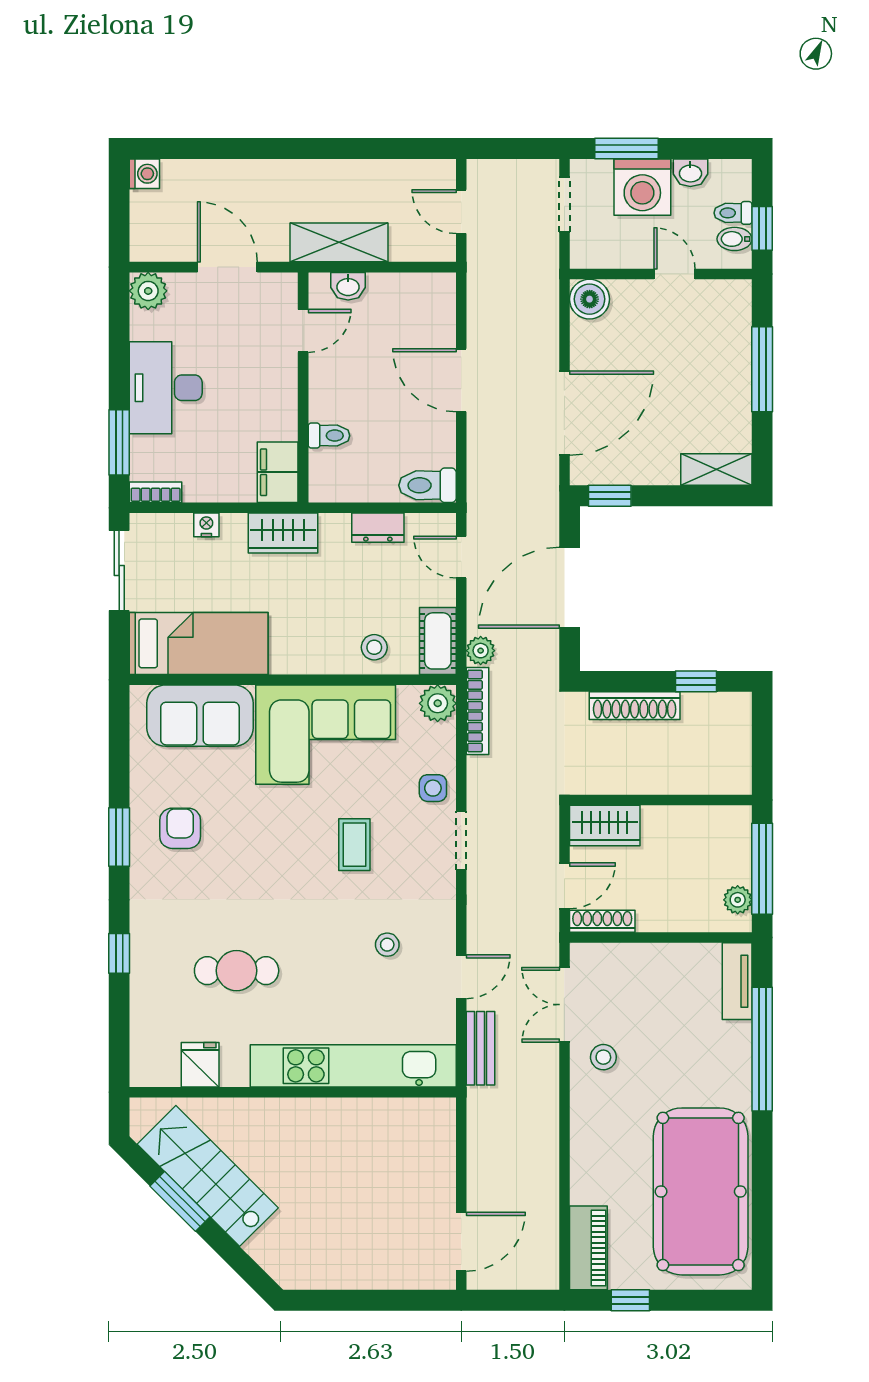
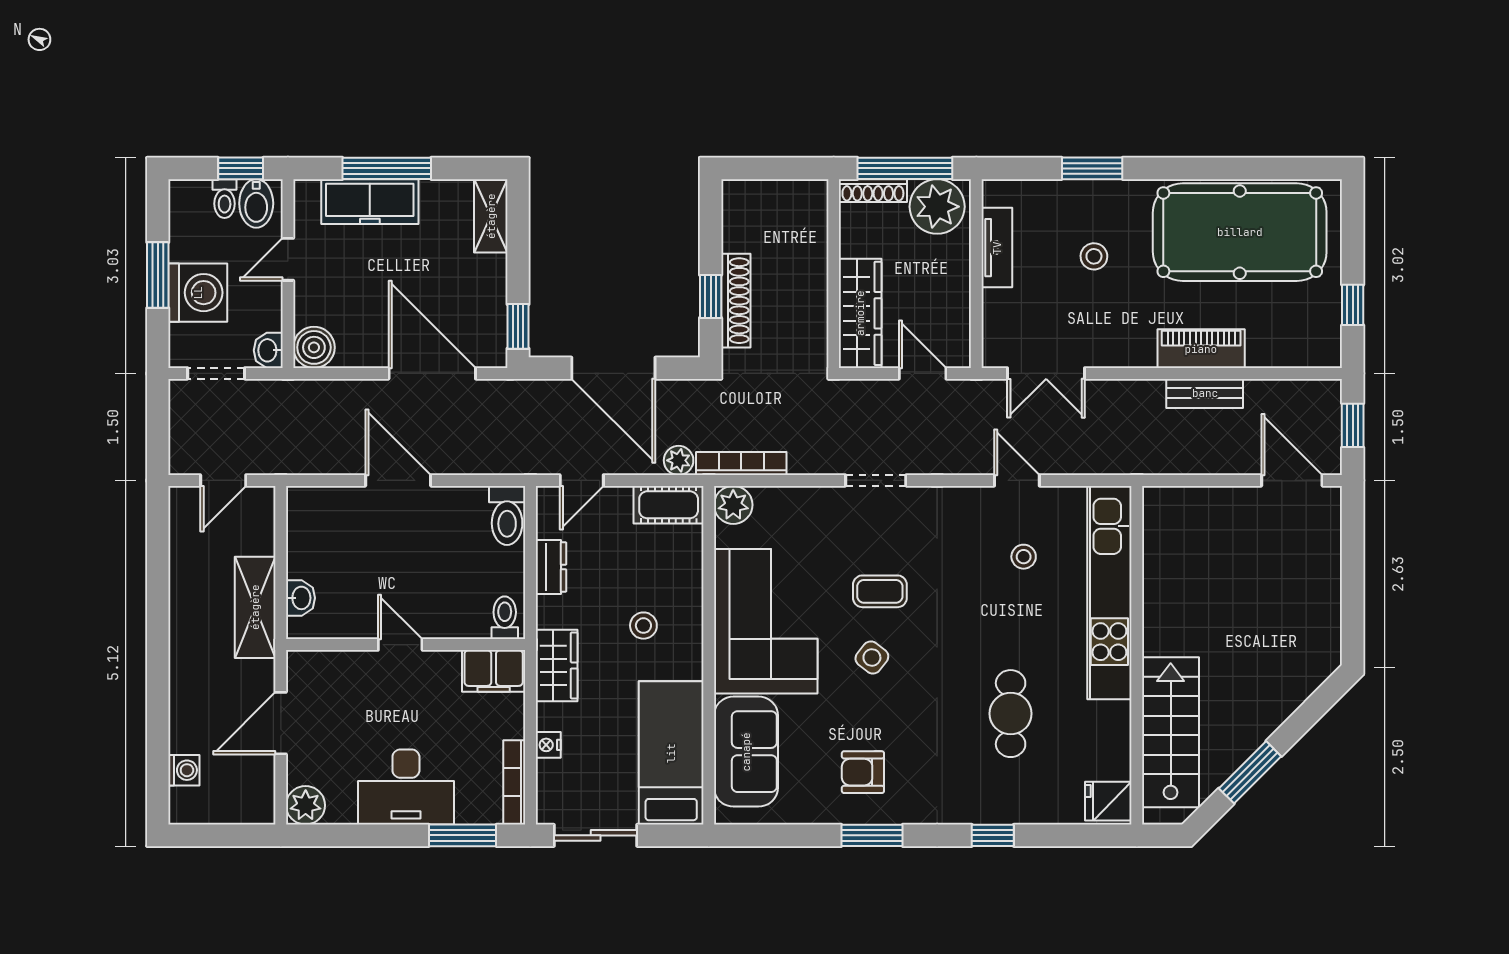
window: (627, 149) -> (158, 275), moved
washbasin: (690, 173) -> (268, 350), moved, turned 180
washing machine: (144, 174) -> (184, 770), moved, turned 90
bidet: (735, 239) -> (256, 203), width x1.38, depth x1.36
door: (303, 331) -> (400, 645), moved
freezer: (730, 353) -> (370, 202), added
door: (461, 380) -> (398, 480), swing flipped
toilet: (329, 436) -> (505, 618), moved
bookcase: (156, 492) -> (514, 782), width x1.56
stool: (374, 647) -> (643, 626), moved
window: (696, 681) -> (711, 296), moved
side table: (433, 788) -> (872, 657), moved, turned 38
wardrobe: (605, 826) -> (860, 313), width x1.50
plant: (738, 900) -> (937, 207), width x1.87, depth x1.87
shoe rack: (602, 921) -> (873, 191), moved, turned -90
stool: (387, 945) -> (1024, 557), moved
tv unit: (737, 981) -> (997, 248), moved, turned -90
bench: (480, 1048) -> (1205, 393), moved
window: (762, 1049) -> (1092, 168), width x0.47
stool: (603, 1057) -> (1094, 256), moved
fridge: (200, 1065) -> (1108, 801), moved
stairs: (208, 1176) -> (1171, 732), moved, turned 135
piano: (588, 1248) -> (1201, 349), moved
window: (514, 1300) -> (1353, 425), added

